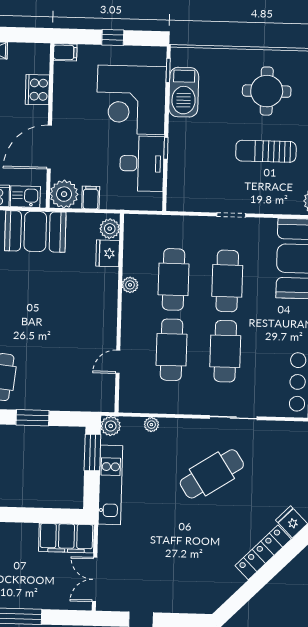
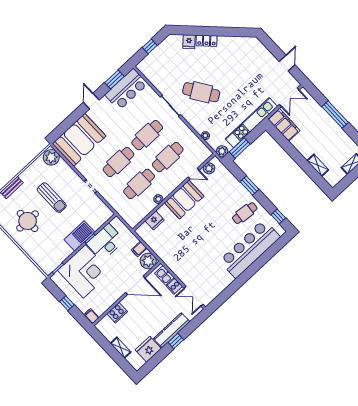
barbecue: (184, 92) -> (79, 236), moved
plant: (110, 229) -> (209, 168), moved
booth: (35, 231) -> (184, 199), moved, turned 90
kitchen unit: (110, 485) -> (251, 123), width x1.36
locker: (263, 552) -> (207, 41), width x0.66

